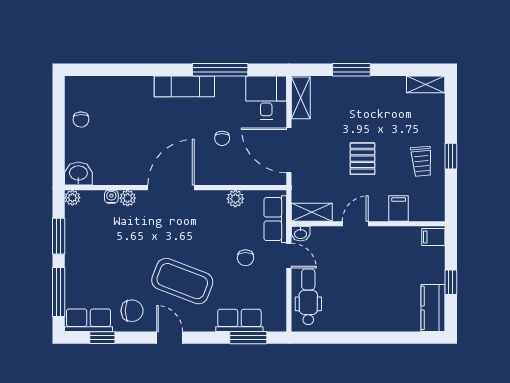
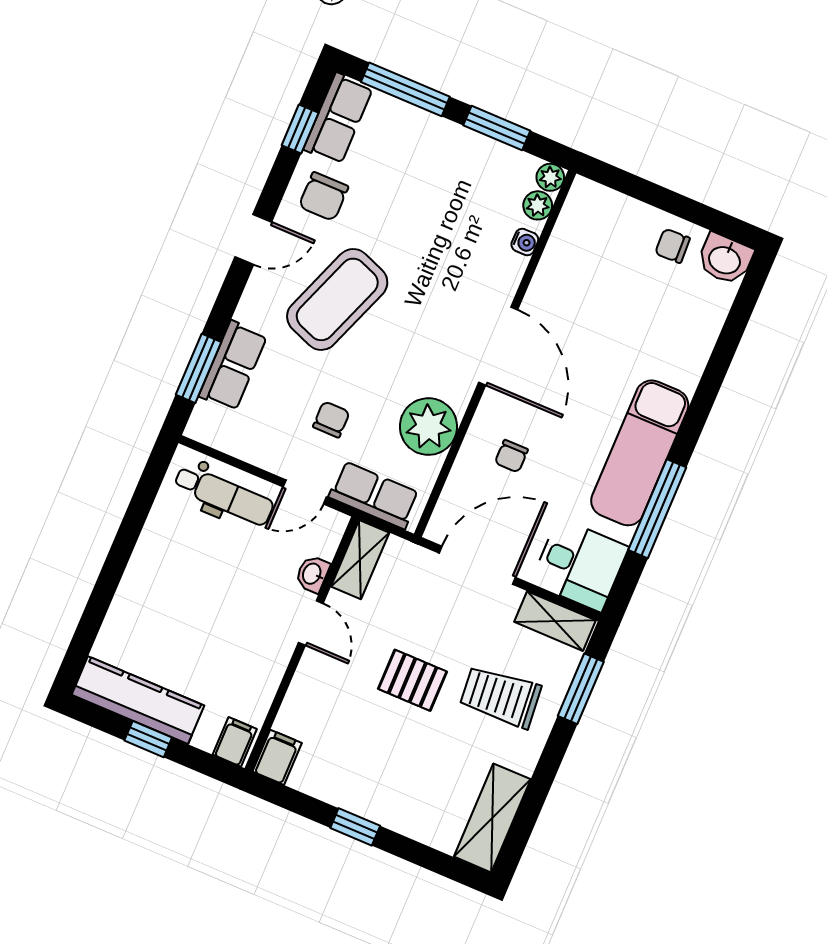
window: (351, 70) -> (581, 689), moved
shelving: (426, 84) -> (492, 818), width x1.50, depth x1.33
exam couch: (184, 86) -> (640, 453), width x1.36, depth x1.45
chair: (222, 138) -> (511, 456), moved, turned -90
trolley: (422, 161) -> (500, 697), moved, width x1.36, depth x1.39
washbasin: (78, 174) -> (725, 259), moved, turned 90
plant: (128, 198) -> (538, 205), moved
plant: (235, 199) -> (428, 427), width x1.87, depth x1.87
filing cabinet: (399, 209) -> (277, 757), moved, turned -90
washbasin: (301, 234) -> (312, 574), moved
chair: (246, 258) -> (331, 419), turned 90
kitchen counter: (433, 308) -> (138, 700), width x1.50

